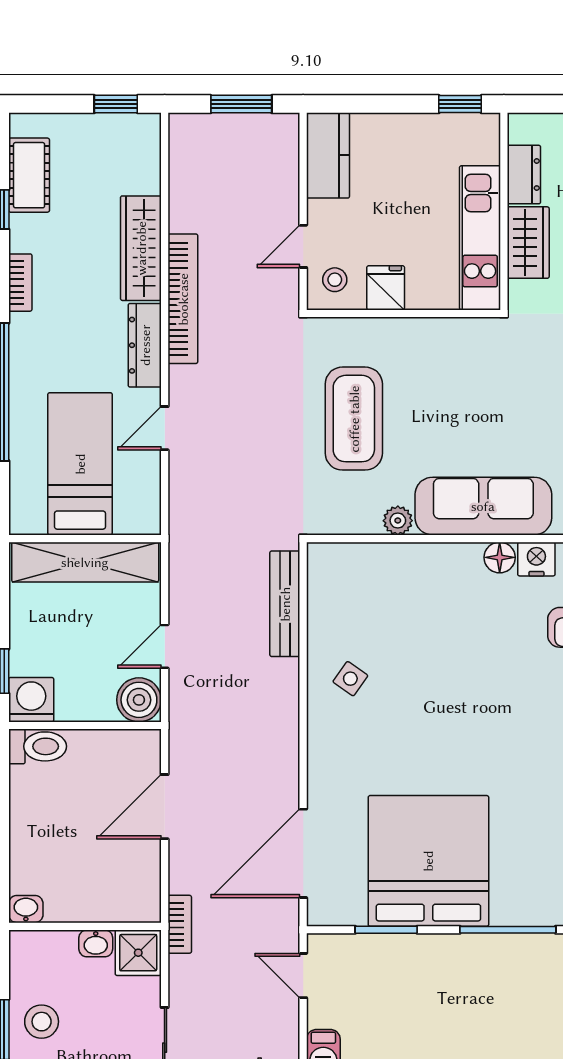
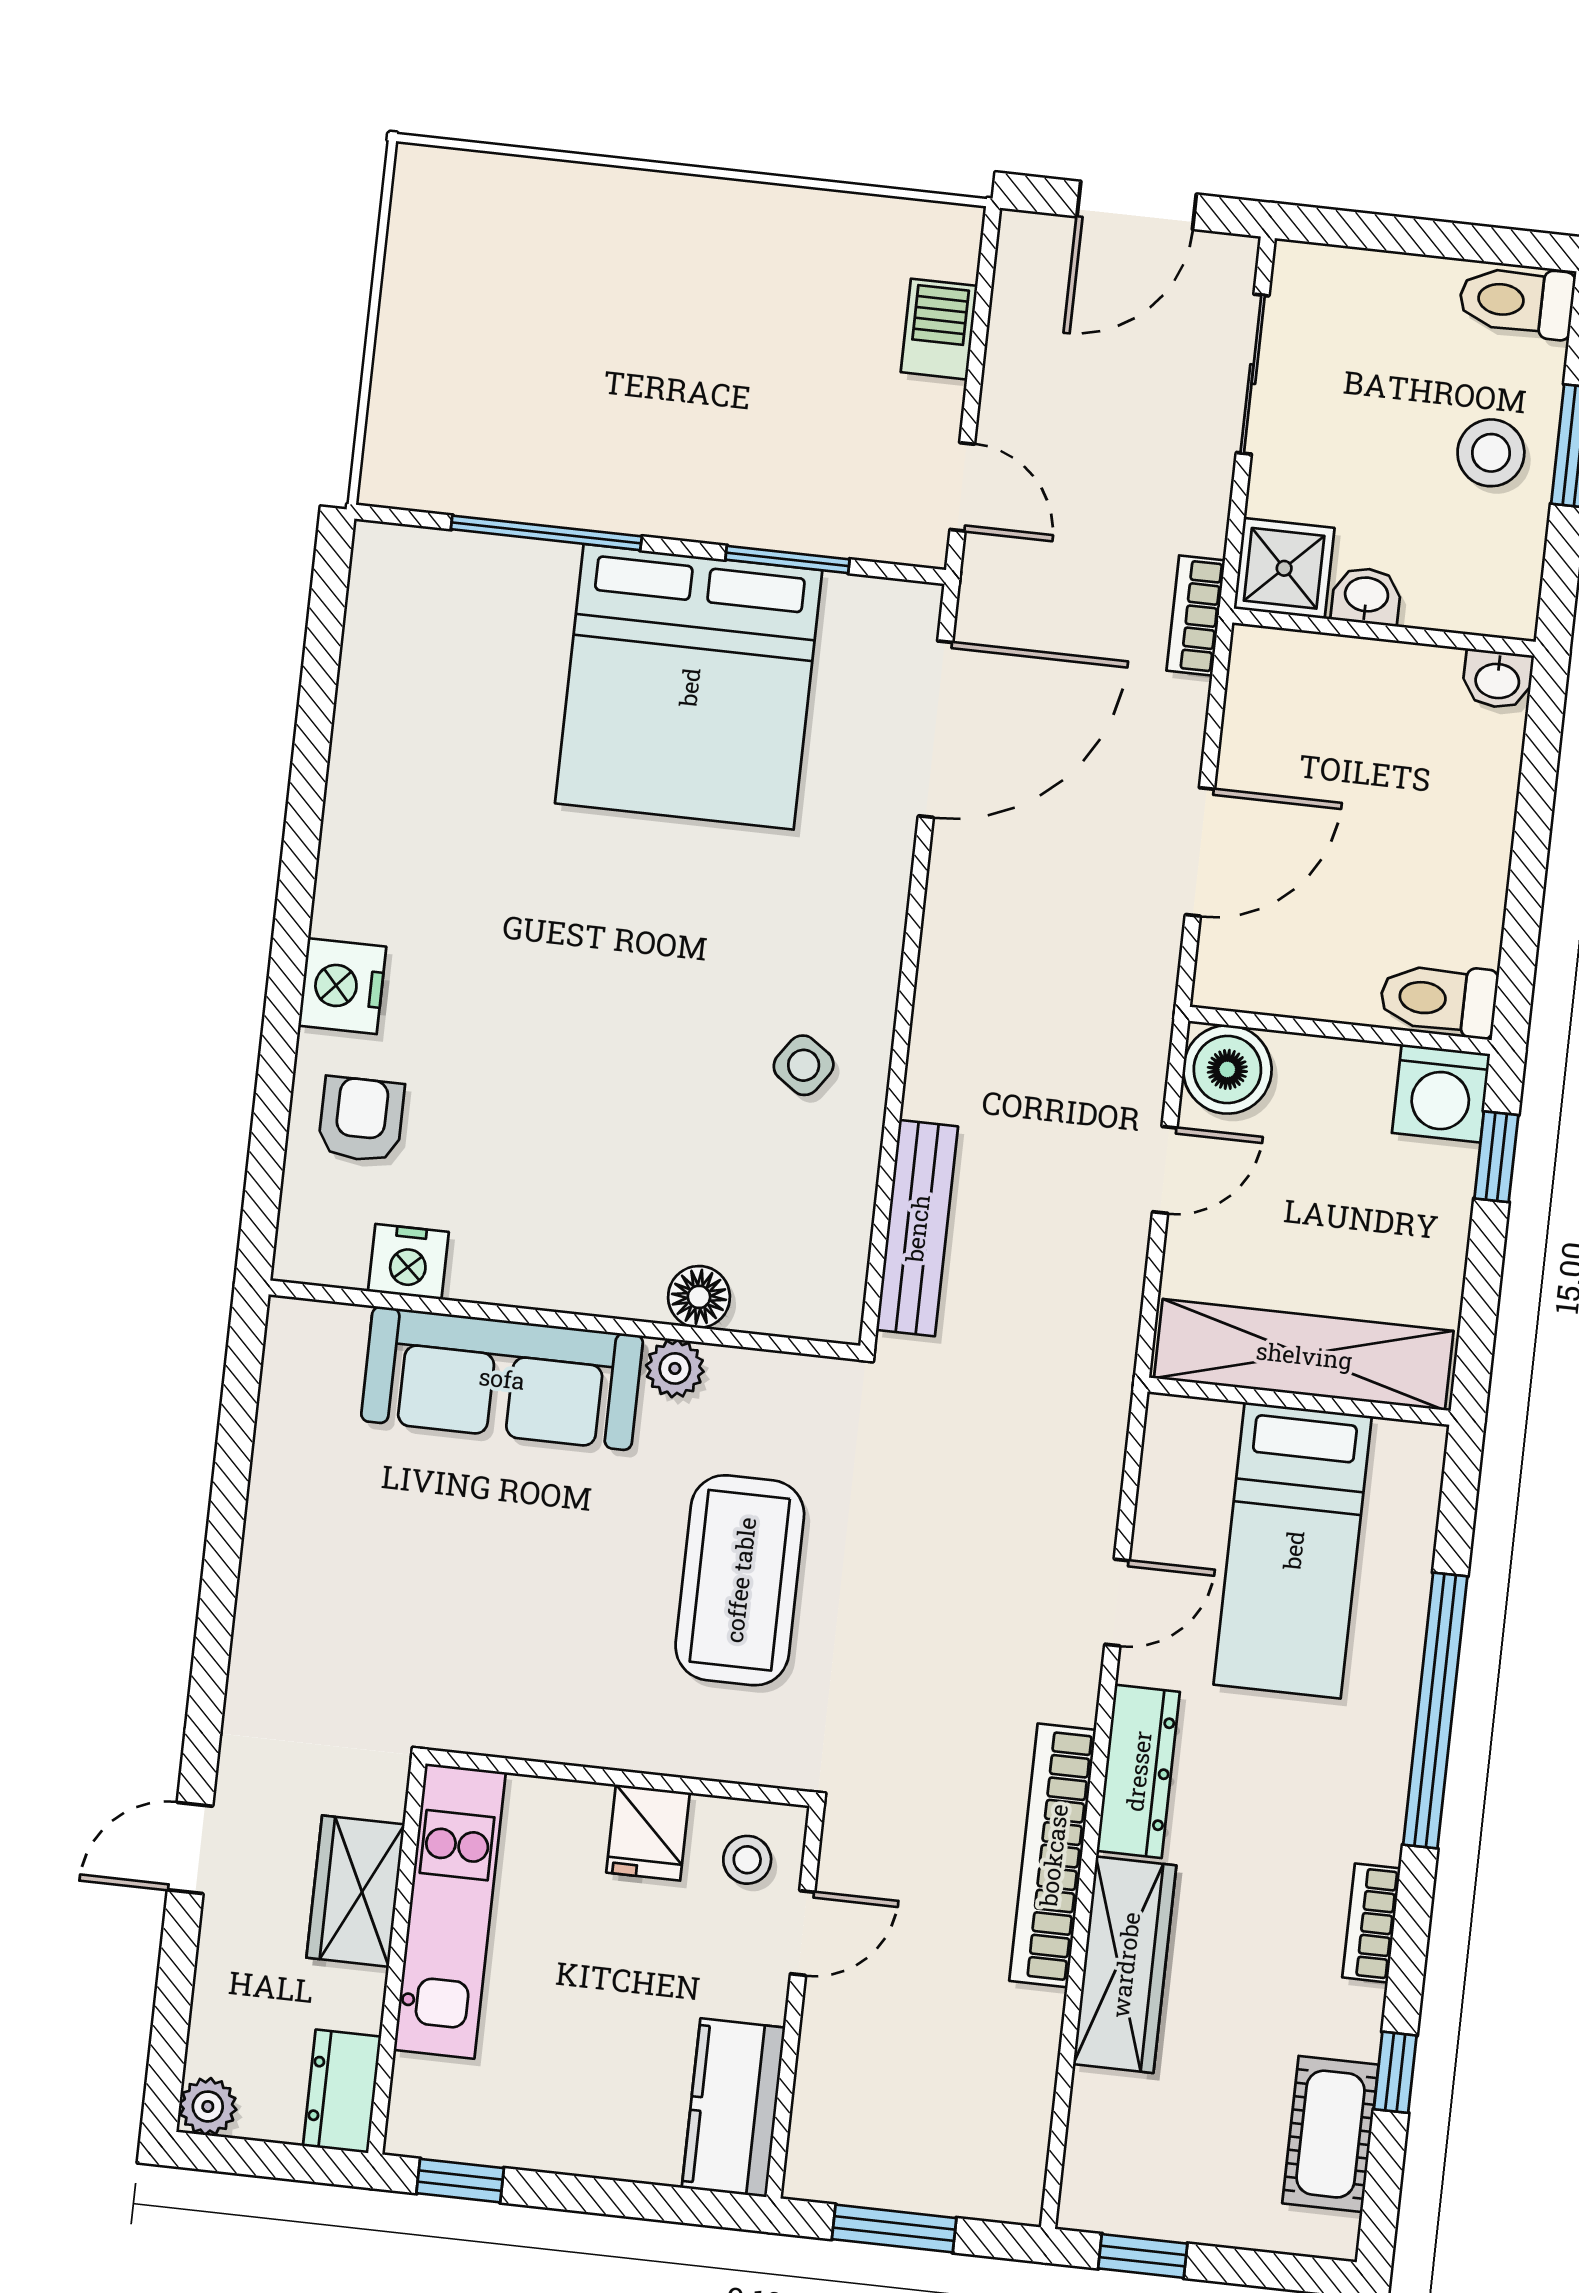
dresser: (524, 175) -> (342, 2091), moved
floor lamp: (500, 557) -> (699, 1297), moved

